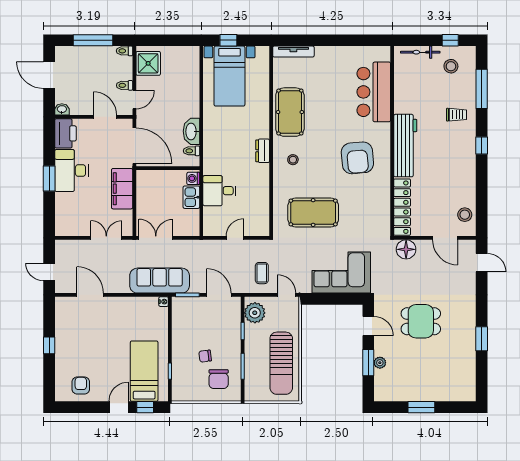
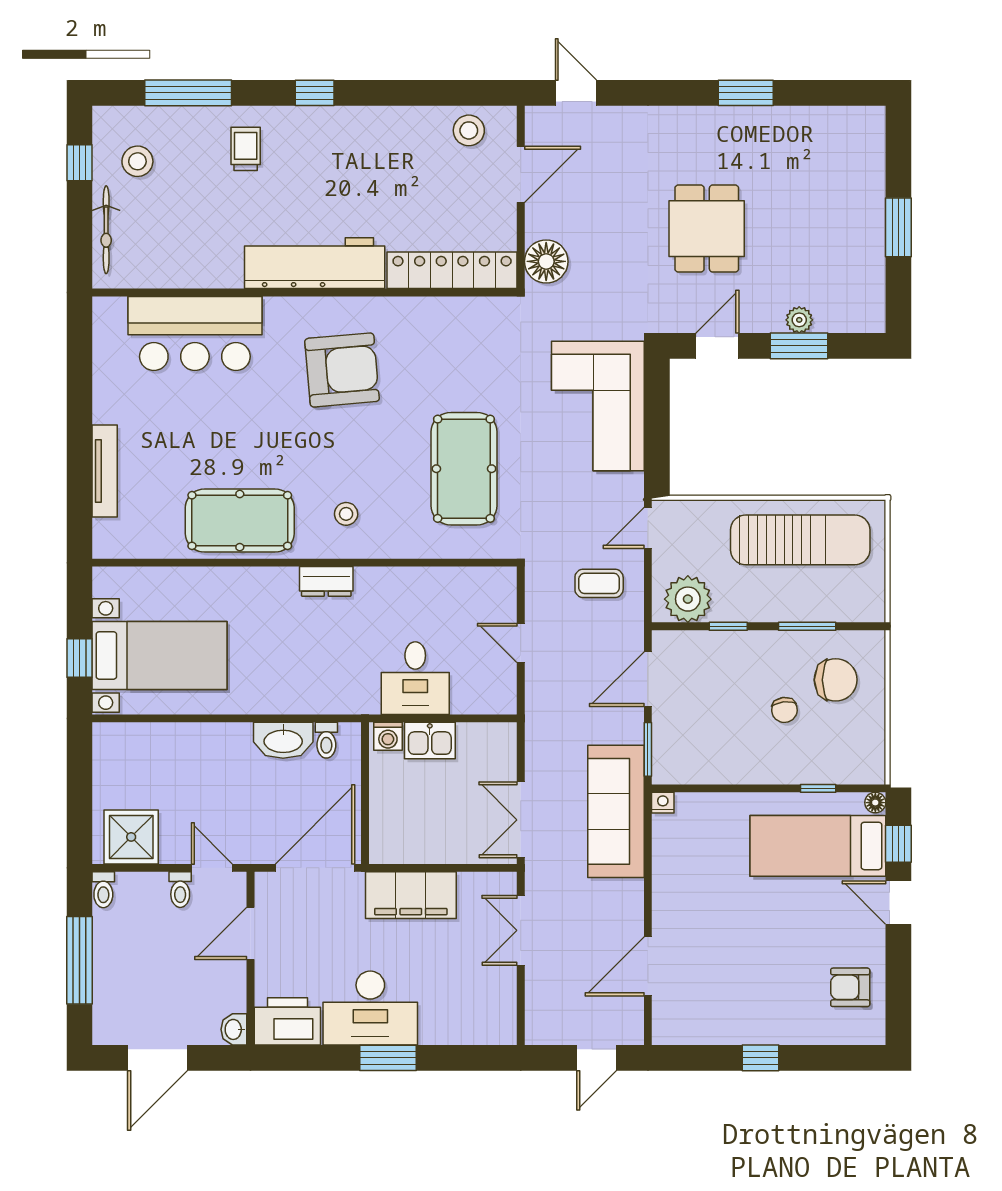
tv unit: (293, 52) -> (105, 471), moved
door: (482, 263) -> (576, 93), hinge flipped
floor lamp: (164, 397) -> (875, 803), added

